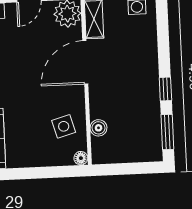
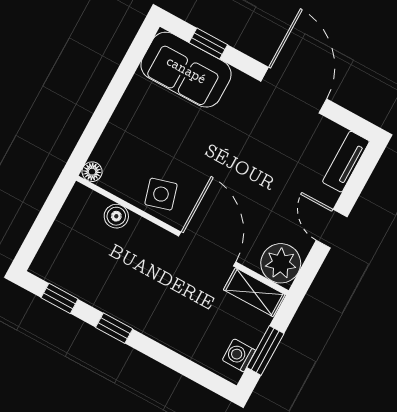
side table: (64, 126) -> (161, 194), moved
window: (167, 132) -> (60, 298), width x0.67

